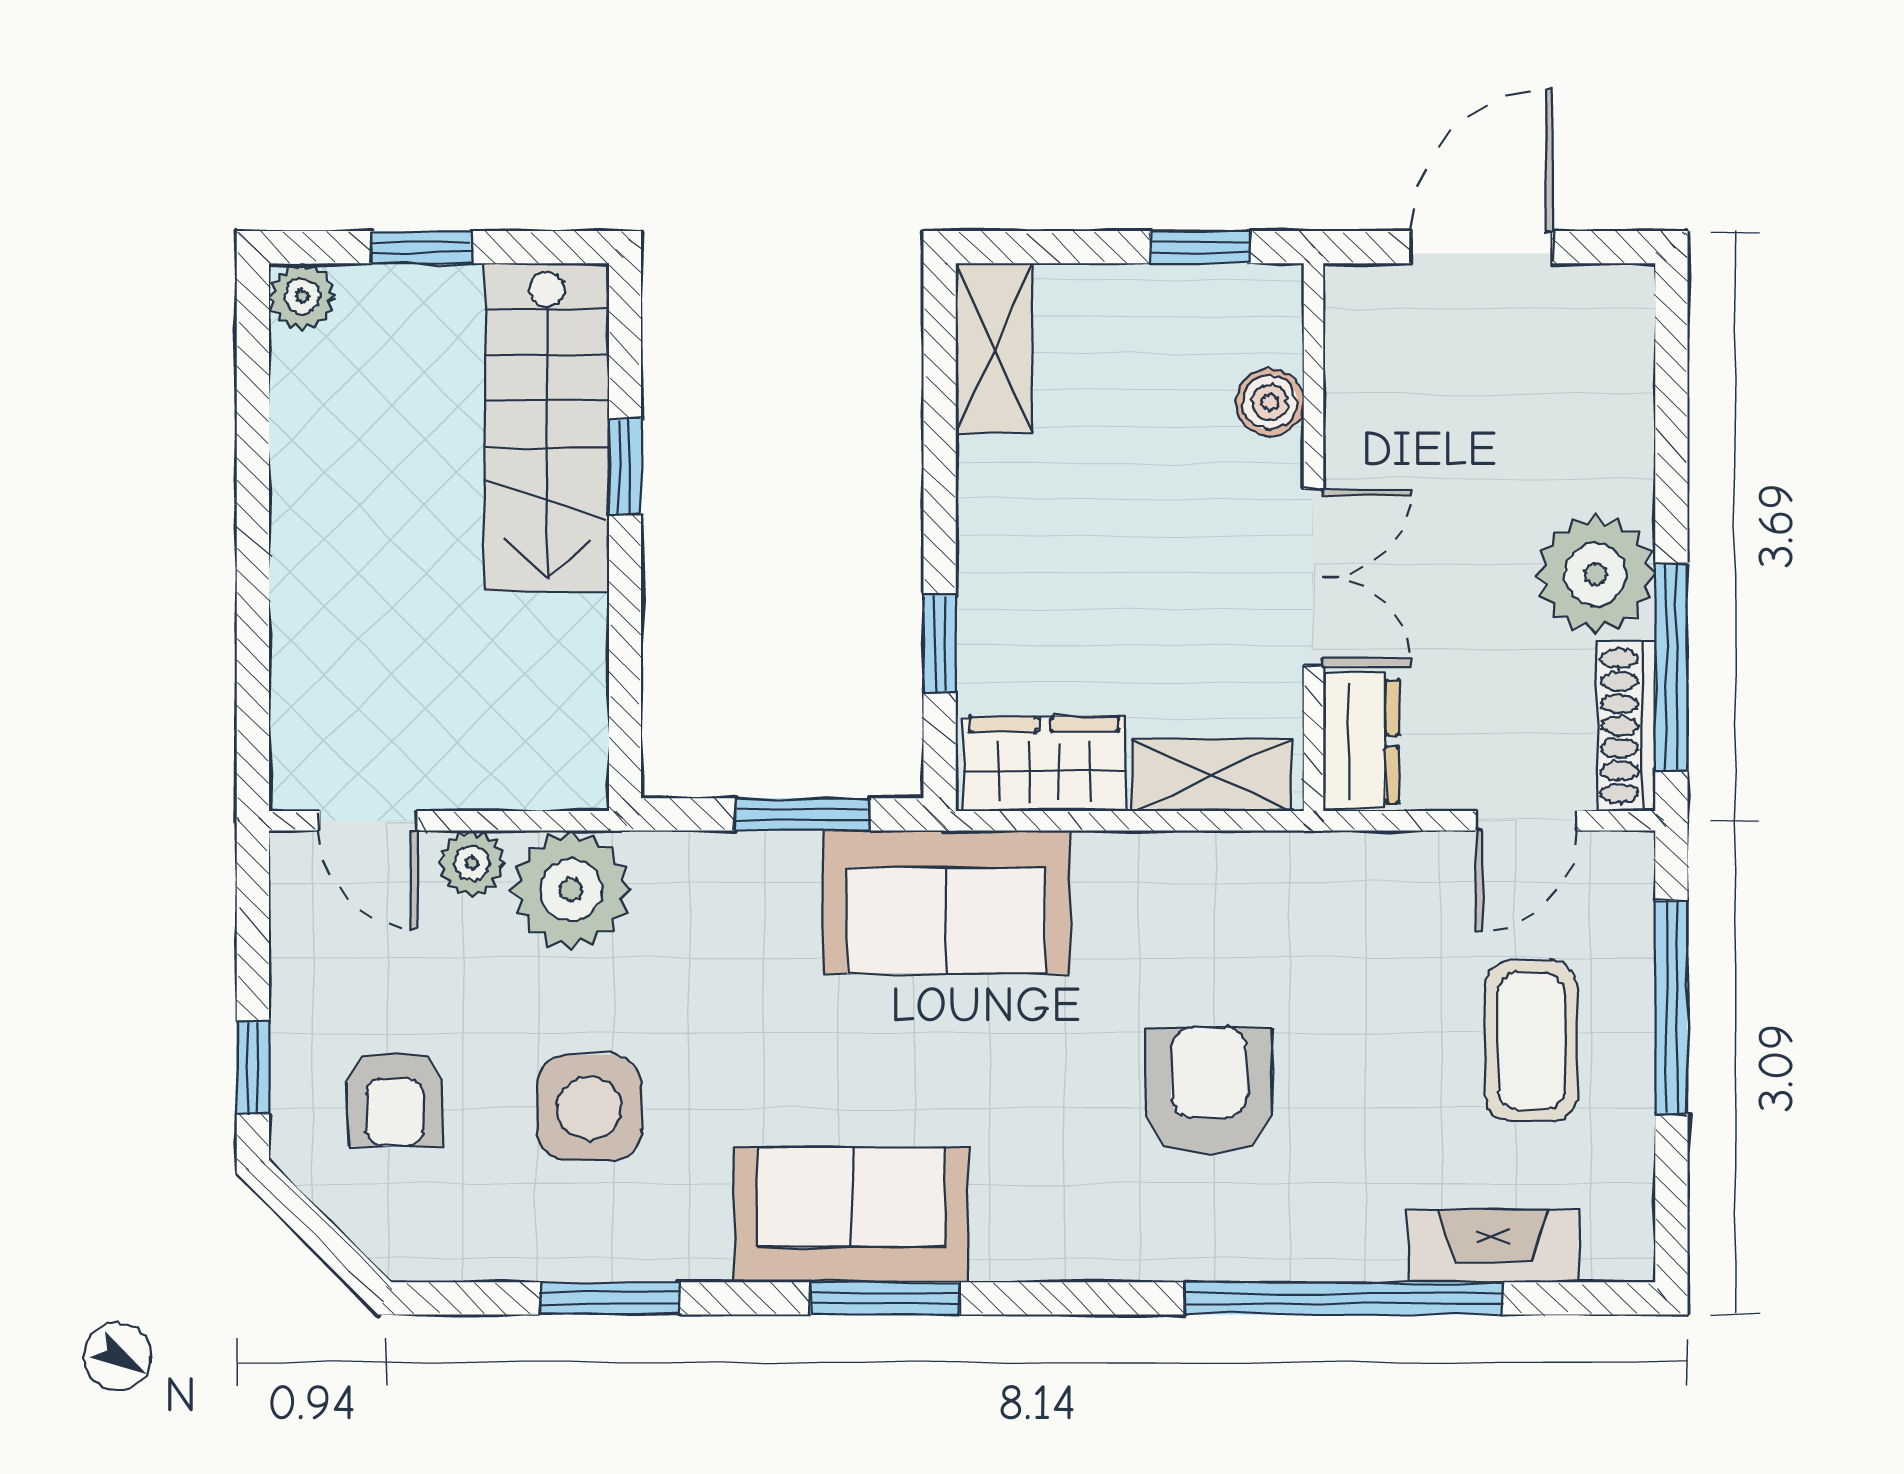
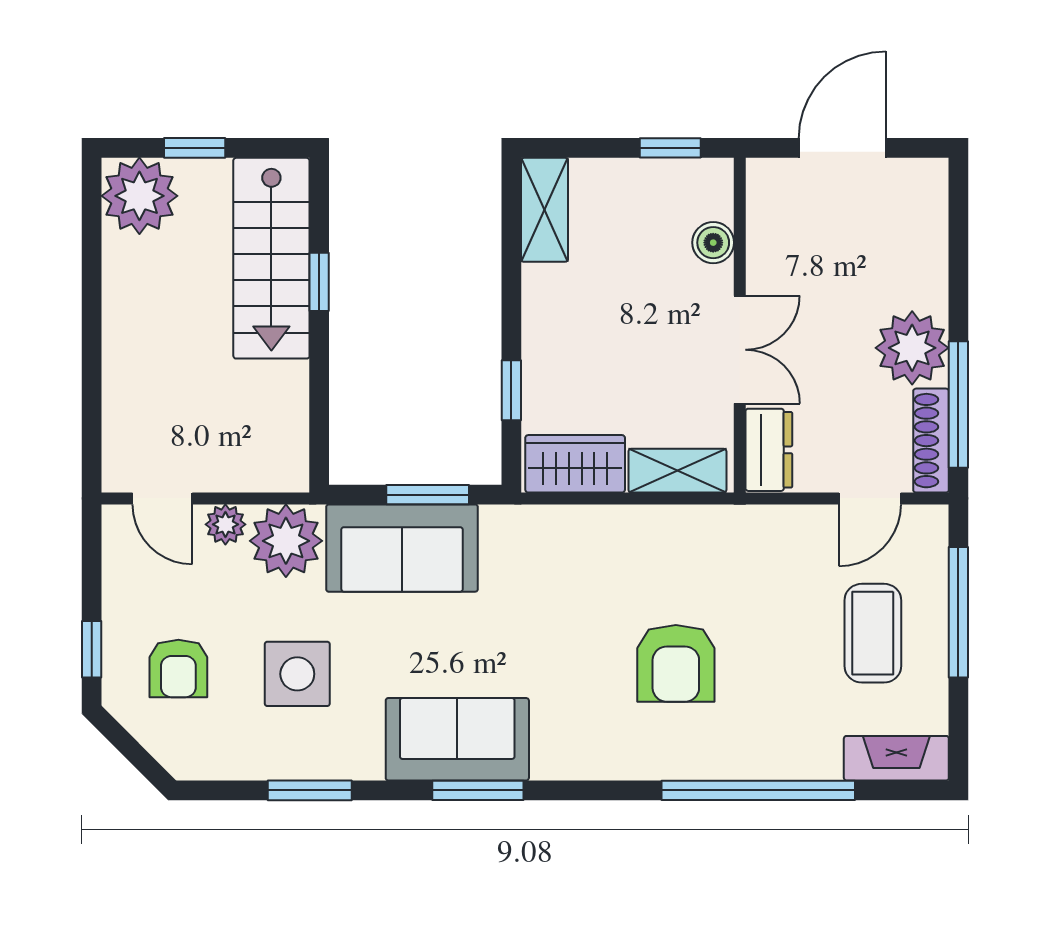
plant: (302, 296) -> (139, 196), width x1.87, depth x1.87
sofa: (946, 902) -> (402, 548), moved
armchair: (1209, 1090) -> (676, 663), turned 180
fireplace: (1493, 1246) -> (896, 758), moved

